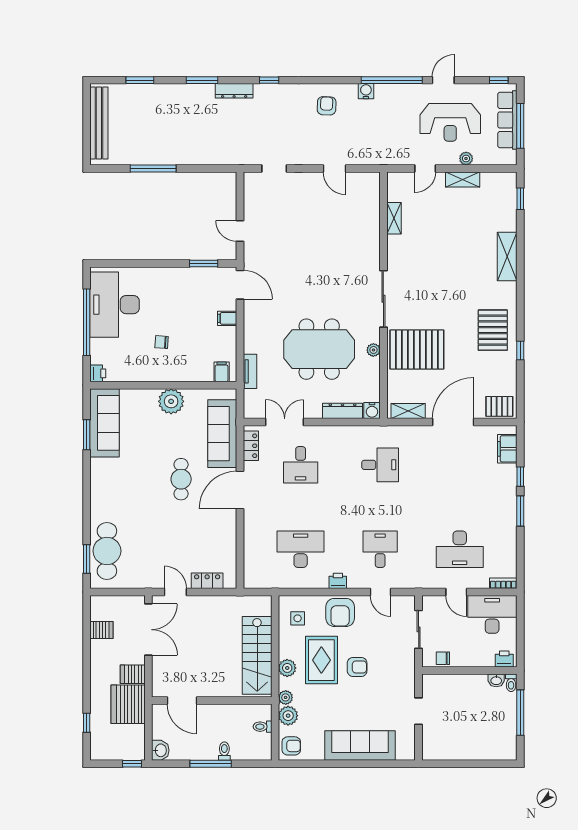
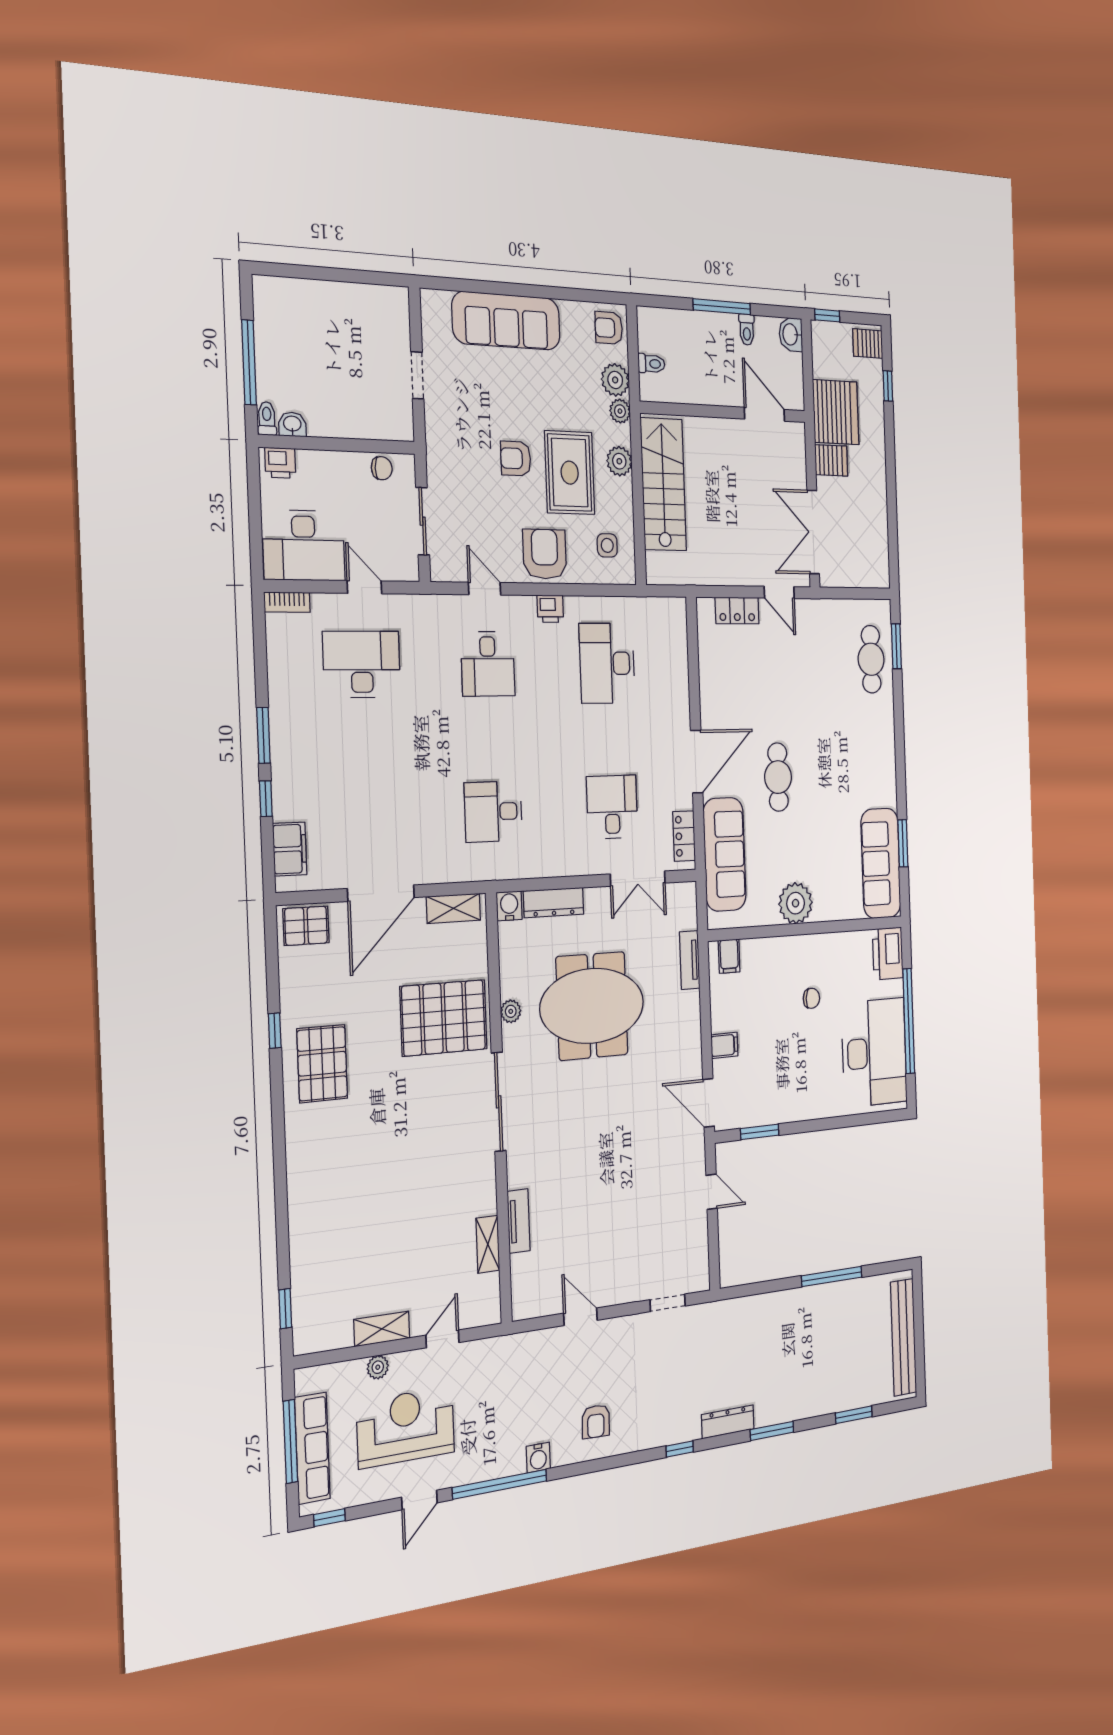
tv unit: (373, 229) -> (519, 1221), added
shelving: (507, 257) -> (303, 1200), removed
printer: (98, 373) -> (888, 954), width x1.87, depth x1.48
desk: (301, 549) -> (607, 663), turned 90
cafe table: (107, 551) -> (871, 659), width x0.73, depth x0.74
server rack: (101, 630) -> (868, 343), moved
toilet: (224, 751) -> (747, 330), moved

